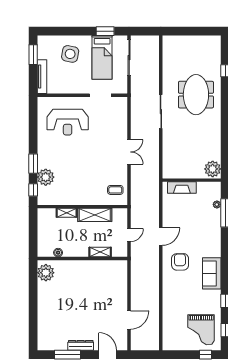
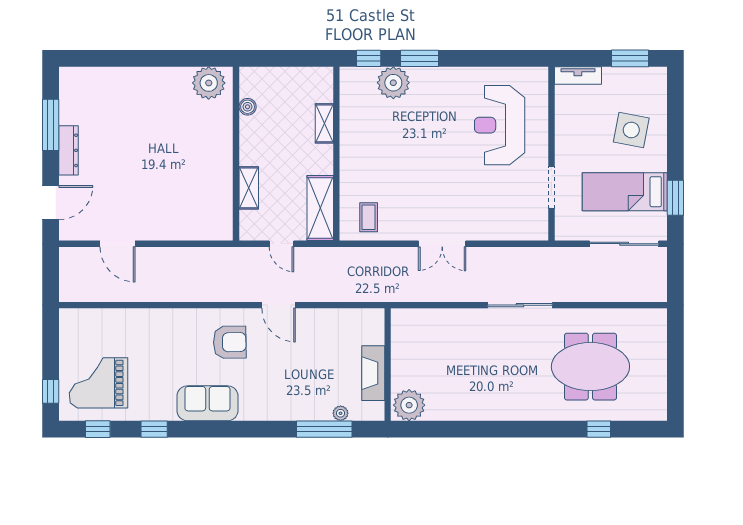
tv unit: (42, 77) -> (578, 75), width x0.71
meeting table: (196, 95) -> (590, 367), moved
fireplace: (182, 188) -> (373, 373), moved
shelving: (95, 215) -> (320, 208), moved

